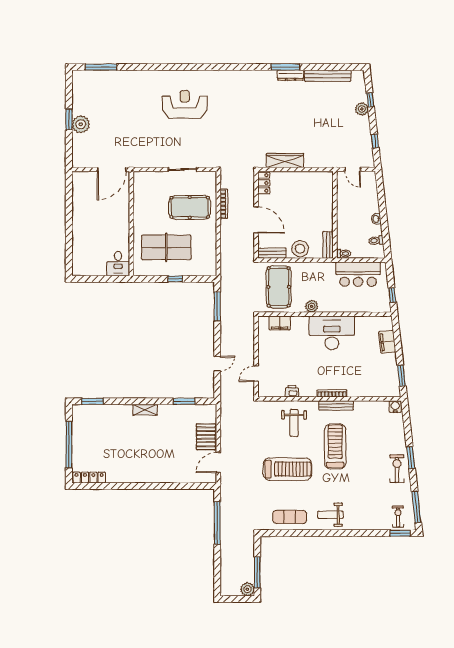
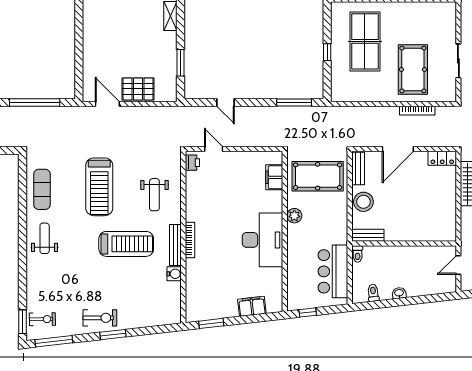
printer: (292, 391) -> (192, 163), moved
water cooler: (395, 407) -> (174, 274), moved
weight bench: (294, 423) -> (154, 195), turned -90

